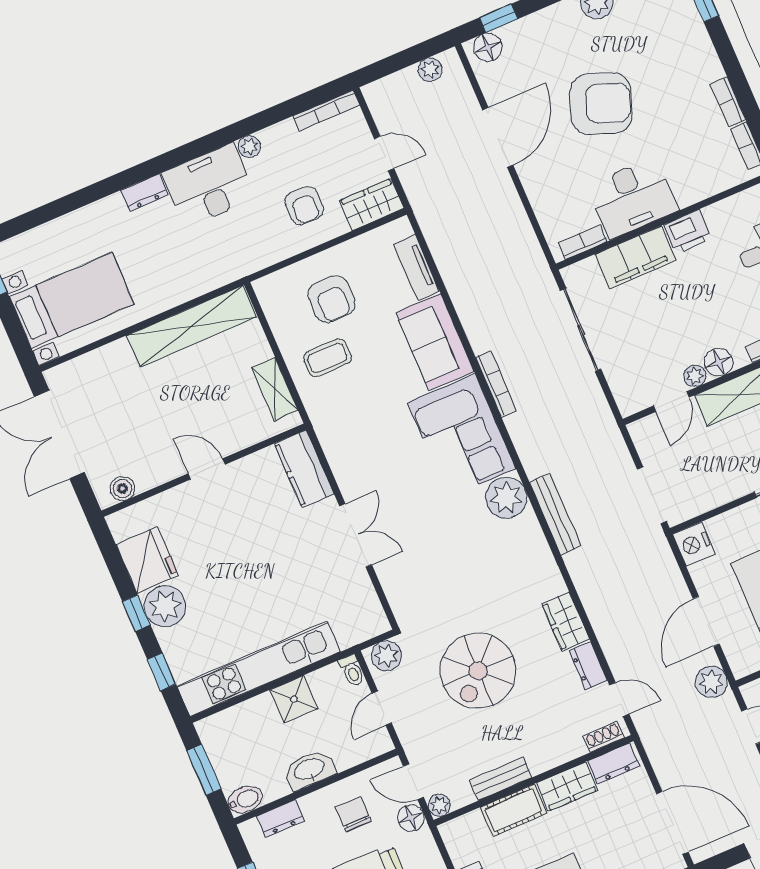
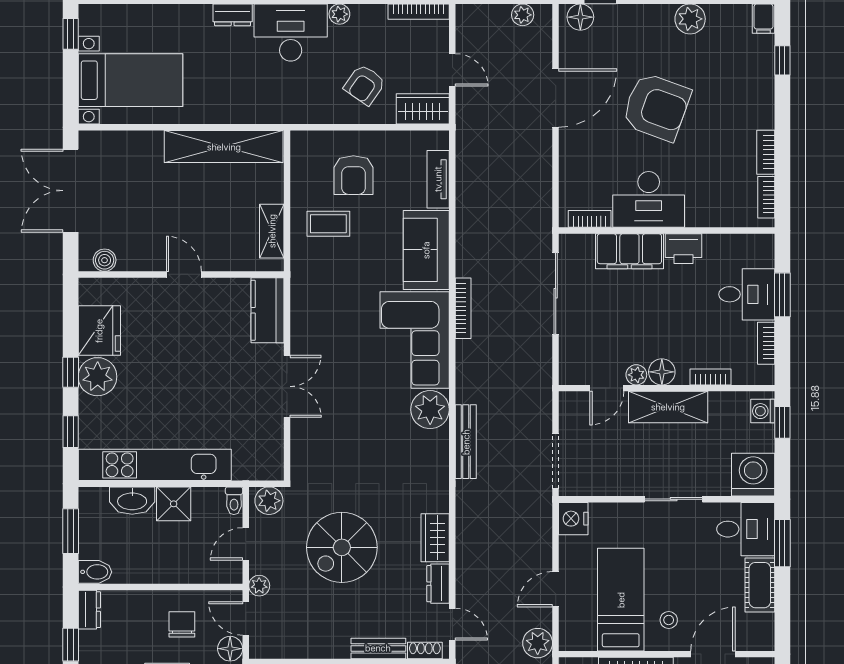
armchair: (304, 205) -> (365, 85), turned 35
door: (706, 621) -> (556, 589), width x0.73
washbasin: (309, 770) -> (132, 501), moved, turned 180
bench: (501, 779) -> (378, 648), moved
plant: (439, 805) -> (259, 586), moved
dresser: (281, 818) -> (89, 610), moved, turned -90

